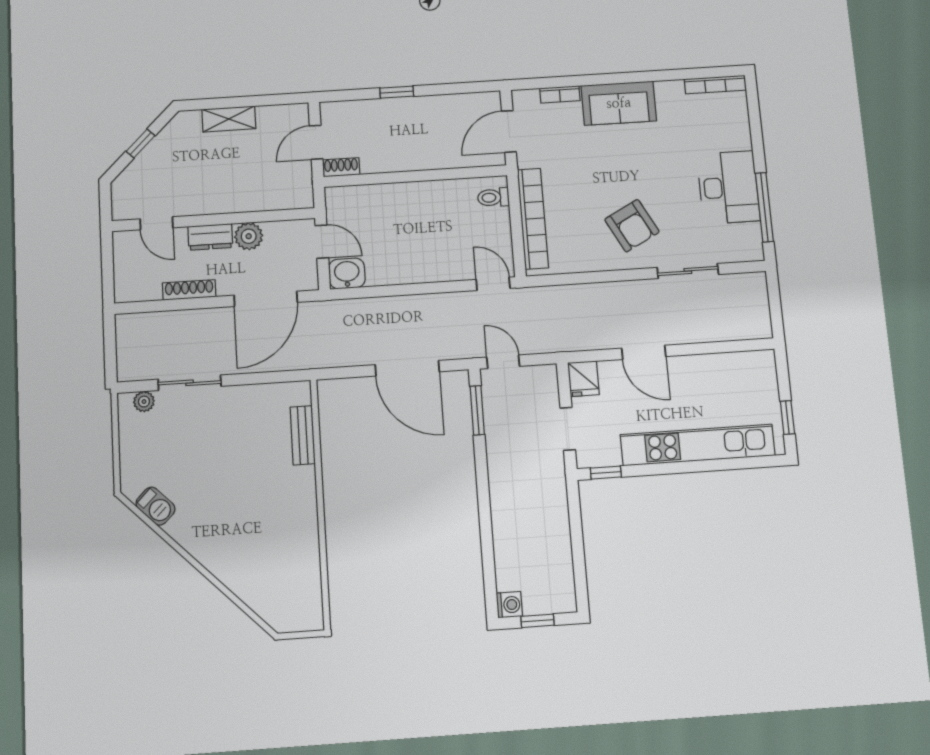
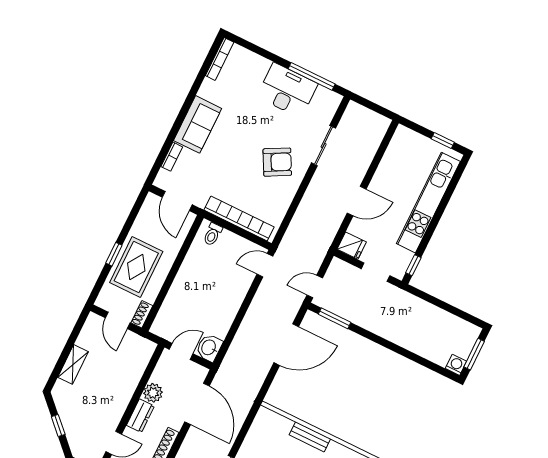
rug: (397, 128) -> (136, 267), added
bench: (303, 435) -> (310, 437), moved
window: (538, 621) -> (474, 354), width x1.50

